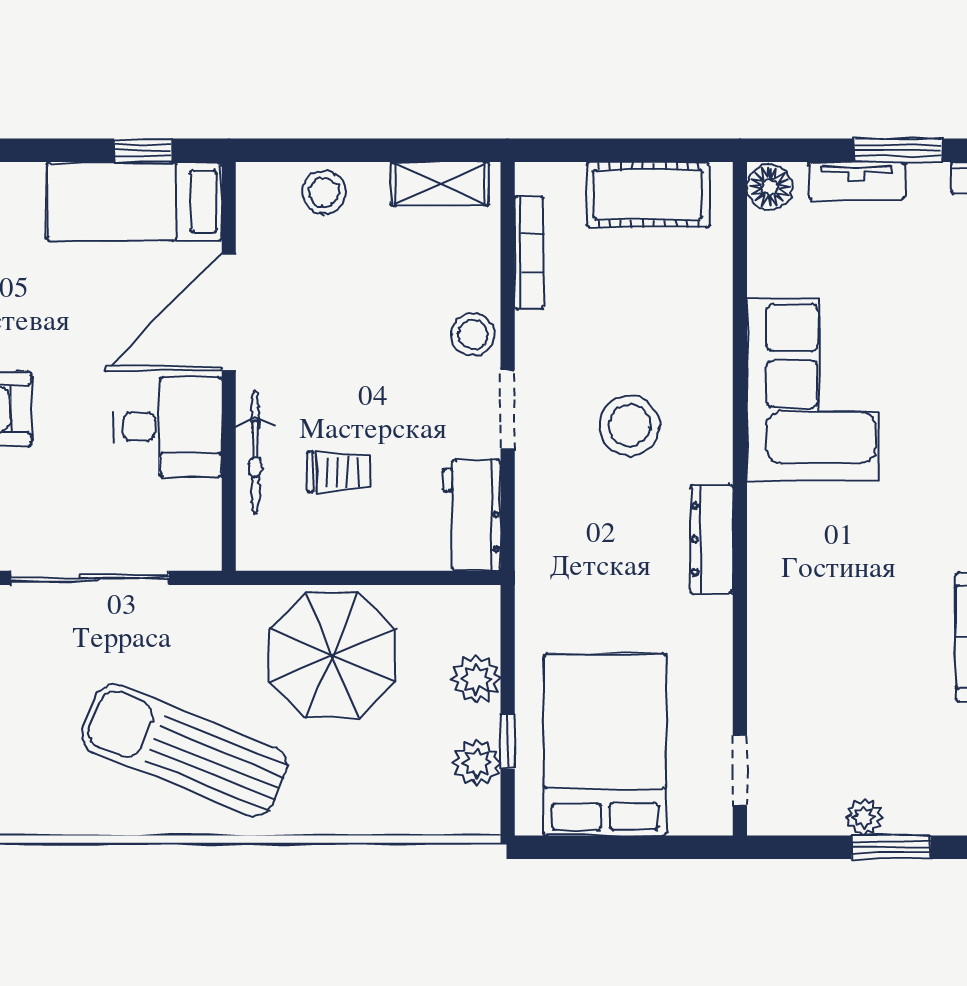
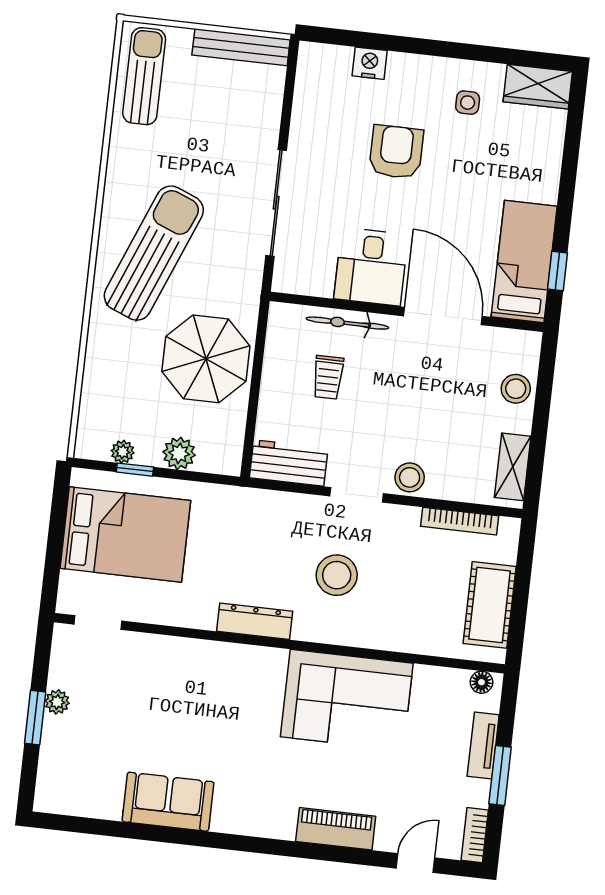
floor lamp: (770, 187) -> (482, 682), width x0.73, depth x0.73
plant: (477, 763) -> (123, 452), width x0.73, depth x0.73

